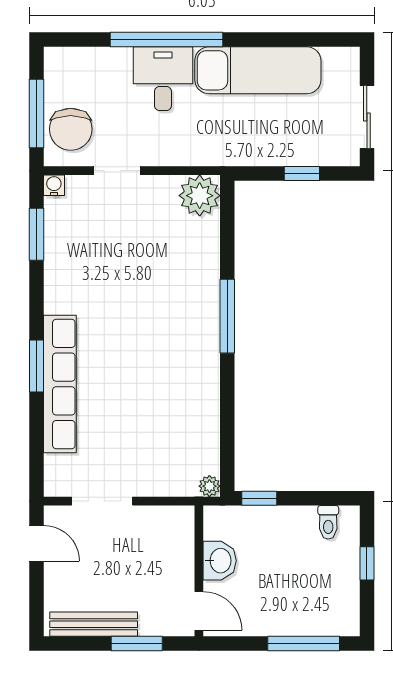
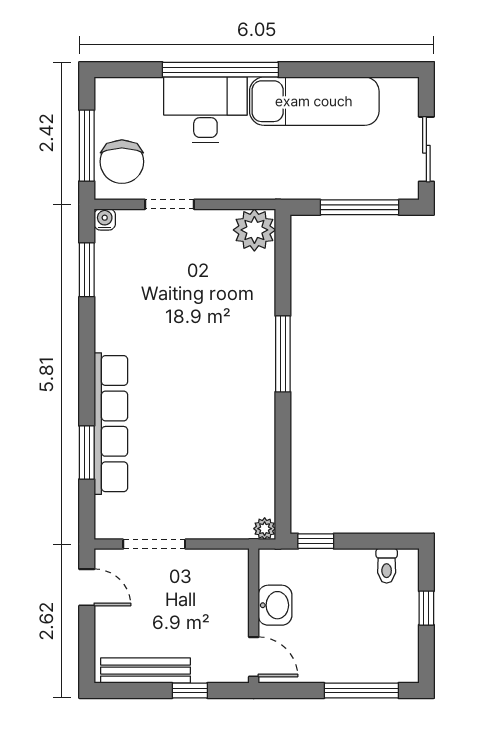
desk: (163, 79) -> (205, 110), width x1.37
window: (302, 174) -> (359, 207), width x2.17
window: (36, 366) -> (87, 452), moved
window: (137, 644) -> (190, 690), width x0.67

